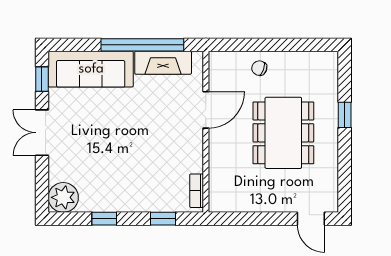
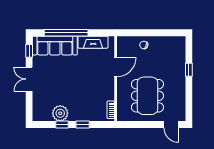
window: (142, 45) -> (66, 33), moved
dining table: (283, 133) -> (147, 96), moved
plant: (63, 197) -> (60, 113), moved
window: (163, 219) -> (83, 124), moved

